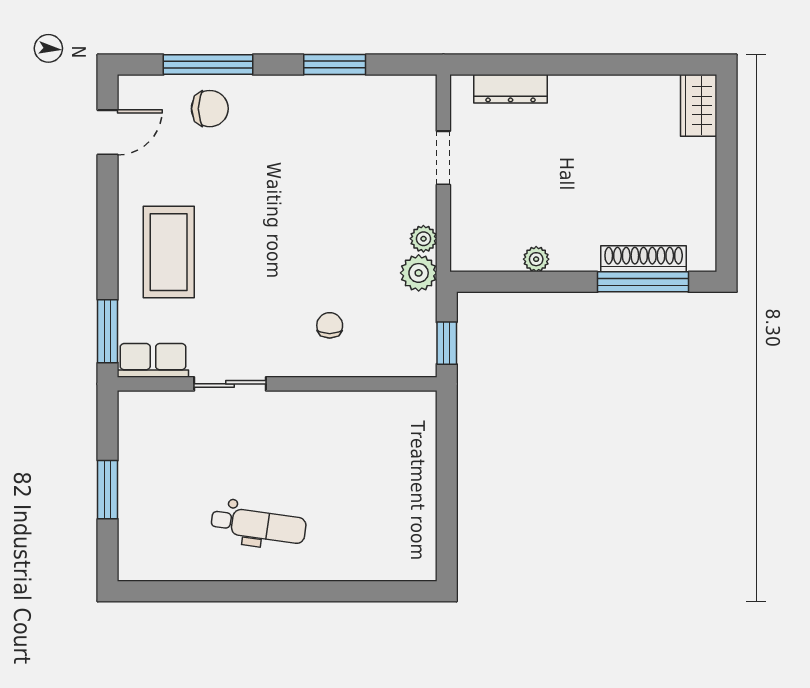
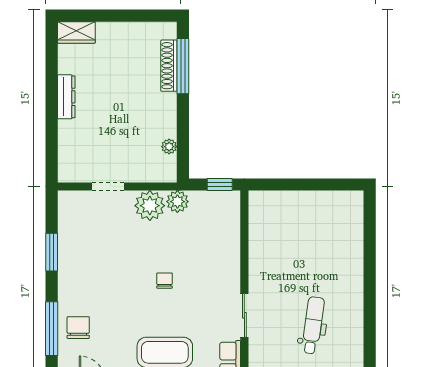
dresser: (511, 89) -> (66, 97), moved
plant: (423, 239) -> (150, 206), width x1.87, depth x1.87
plant: (536, 259) -> (169, 147), moved
chair: (330, 325) -> (164, 281), moved, turned 90
dental chair: (259, 525) -> (313, 325), moved

